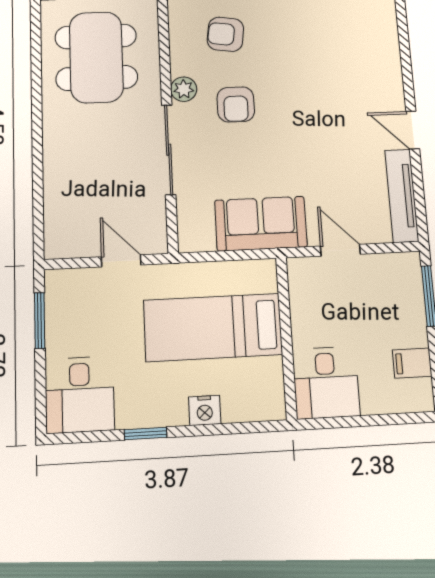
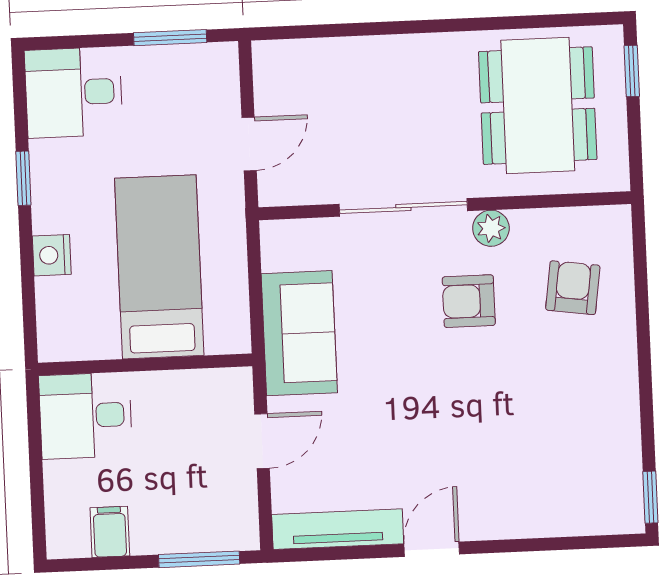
dining table: (96, 57) -> (538, 106), turned 90

